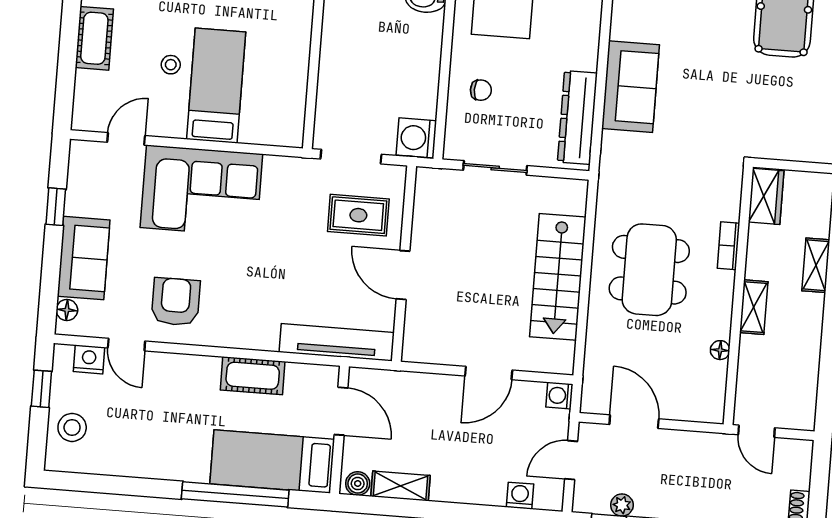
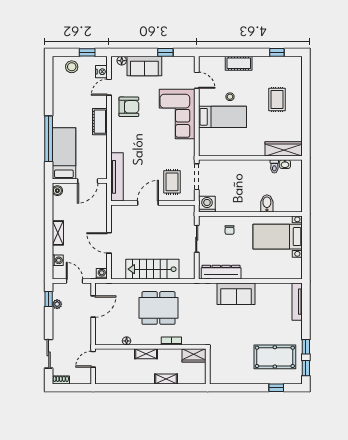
cot: (253, 376) -> (100, 122), moved
shelving: (401, 486) -> (58, 233), moved

